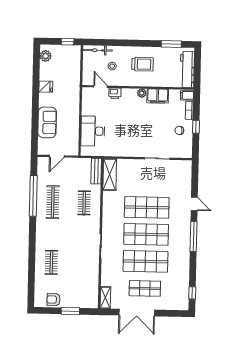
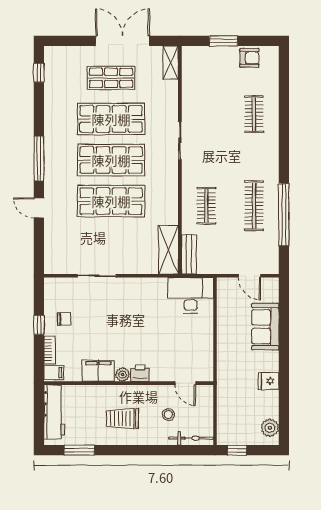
printer: (115, 93) -> (140, 373), moved
desk: (93, 131) -> (191, 295), moved, turned -90
door: (57, 156) -> (249, 276), swing flipped

